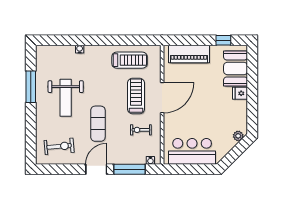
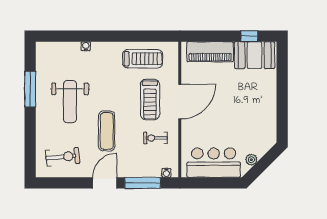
booth: (236, 68) -> (254, 55), moved, turned 90
fridge: (240, 93) -> (268, 96), removed
treadmill: (136, 96) -> (150, 99), turned 180
plant: (238, 136) -> (251, 160), moved

